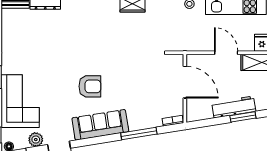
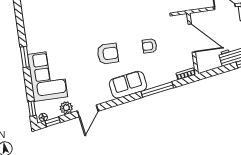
armchair: (137, 84) -> (150, 46), added
sofa: (100, 125) -> (128, 85), width x0.73

